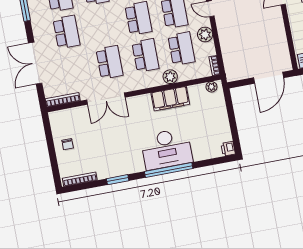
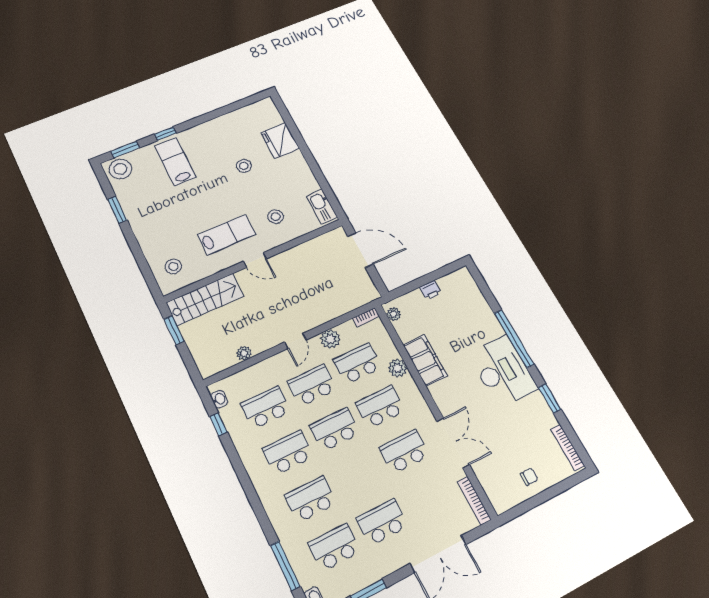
desk: (167, 149) -> (503, 371), moved
printer: (228, 149) -> (430, 290), moved

